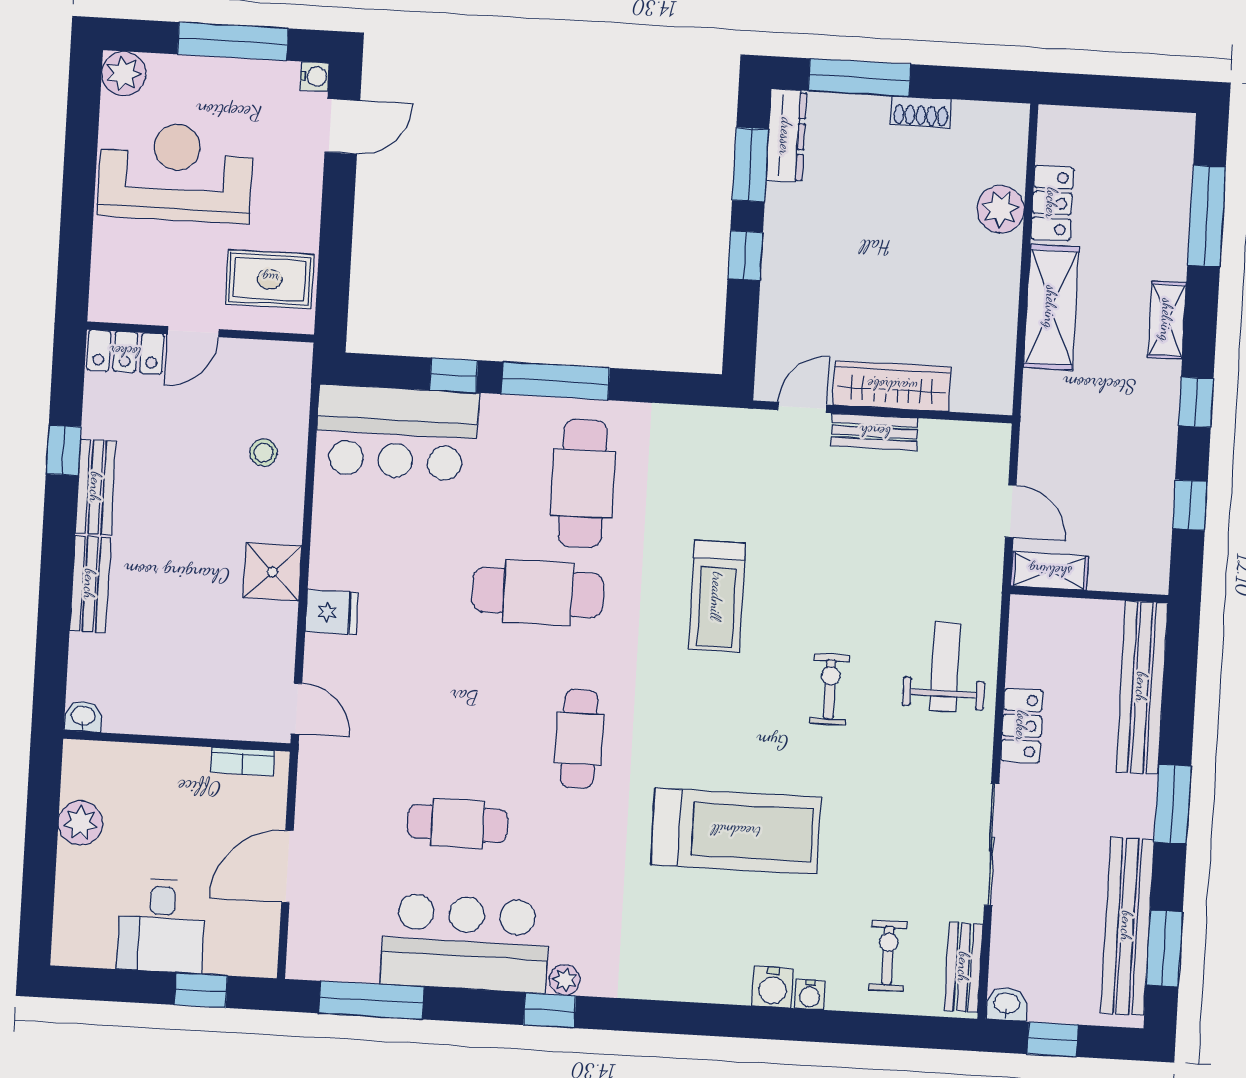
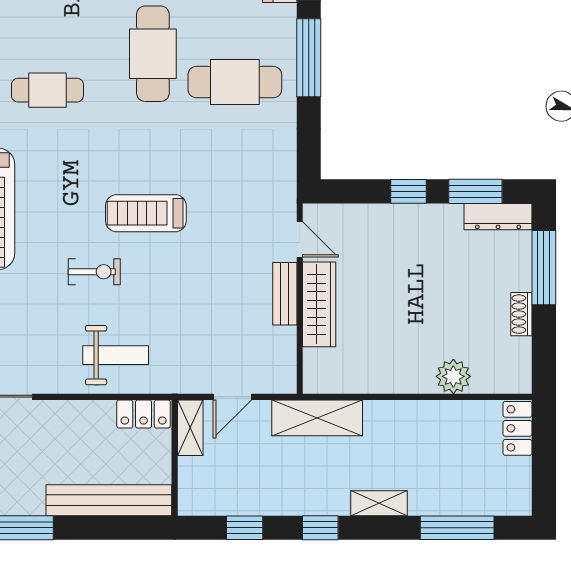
locker: (1052, 203) -> (518, 428), moved, turned 90
shelving: (1051, 307) -> (317, 418), moved
treadmill: (717, 596) -> (146, 213), moved
locker: (1022, 726) -> (144, 414), moved

